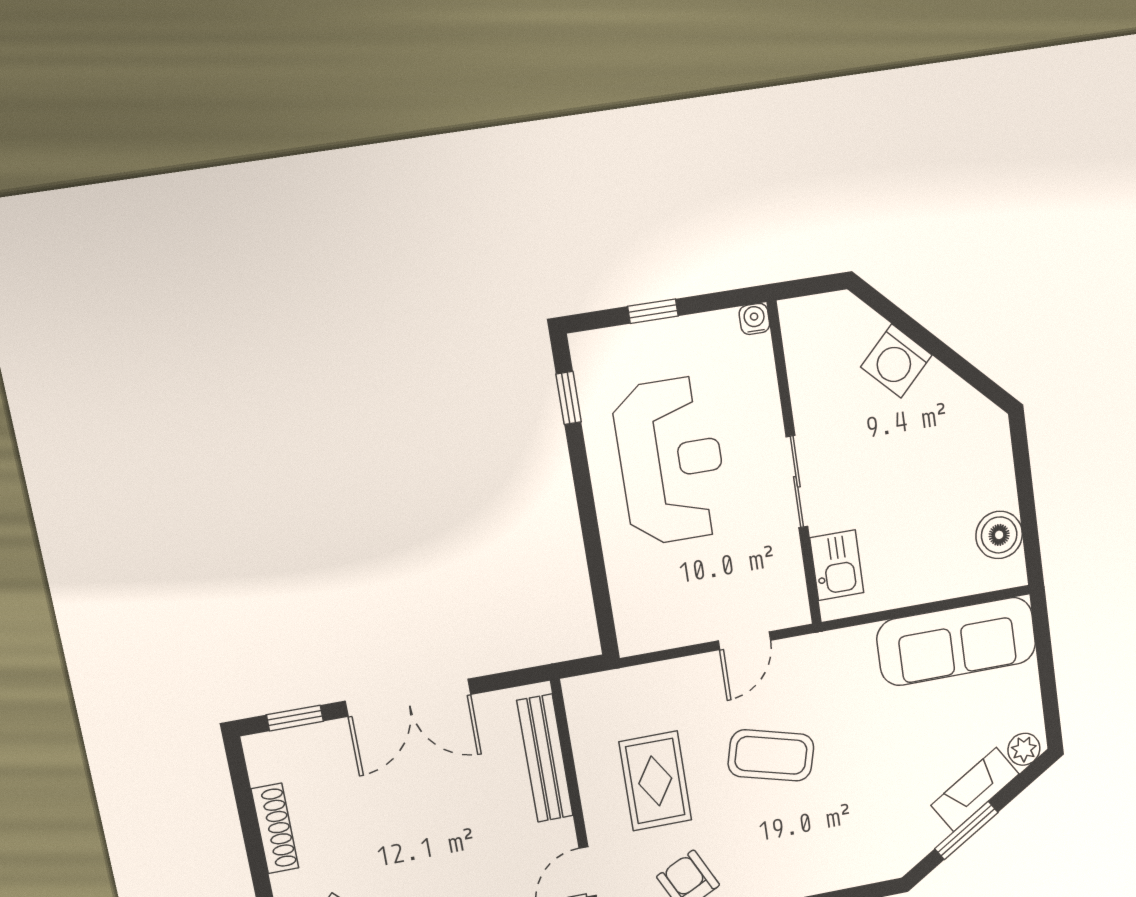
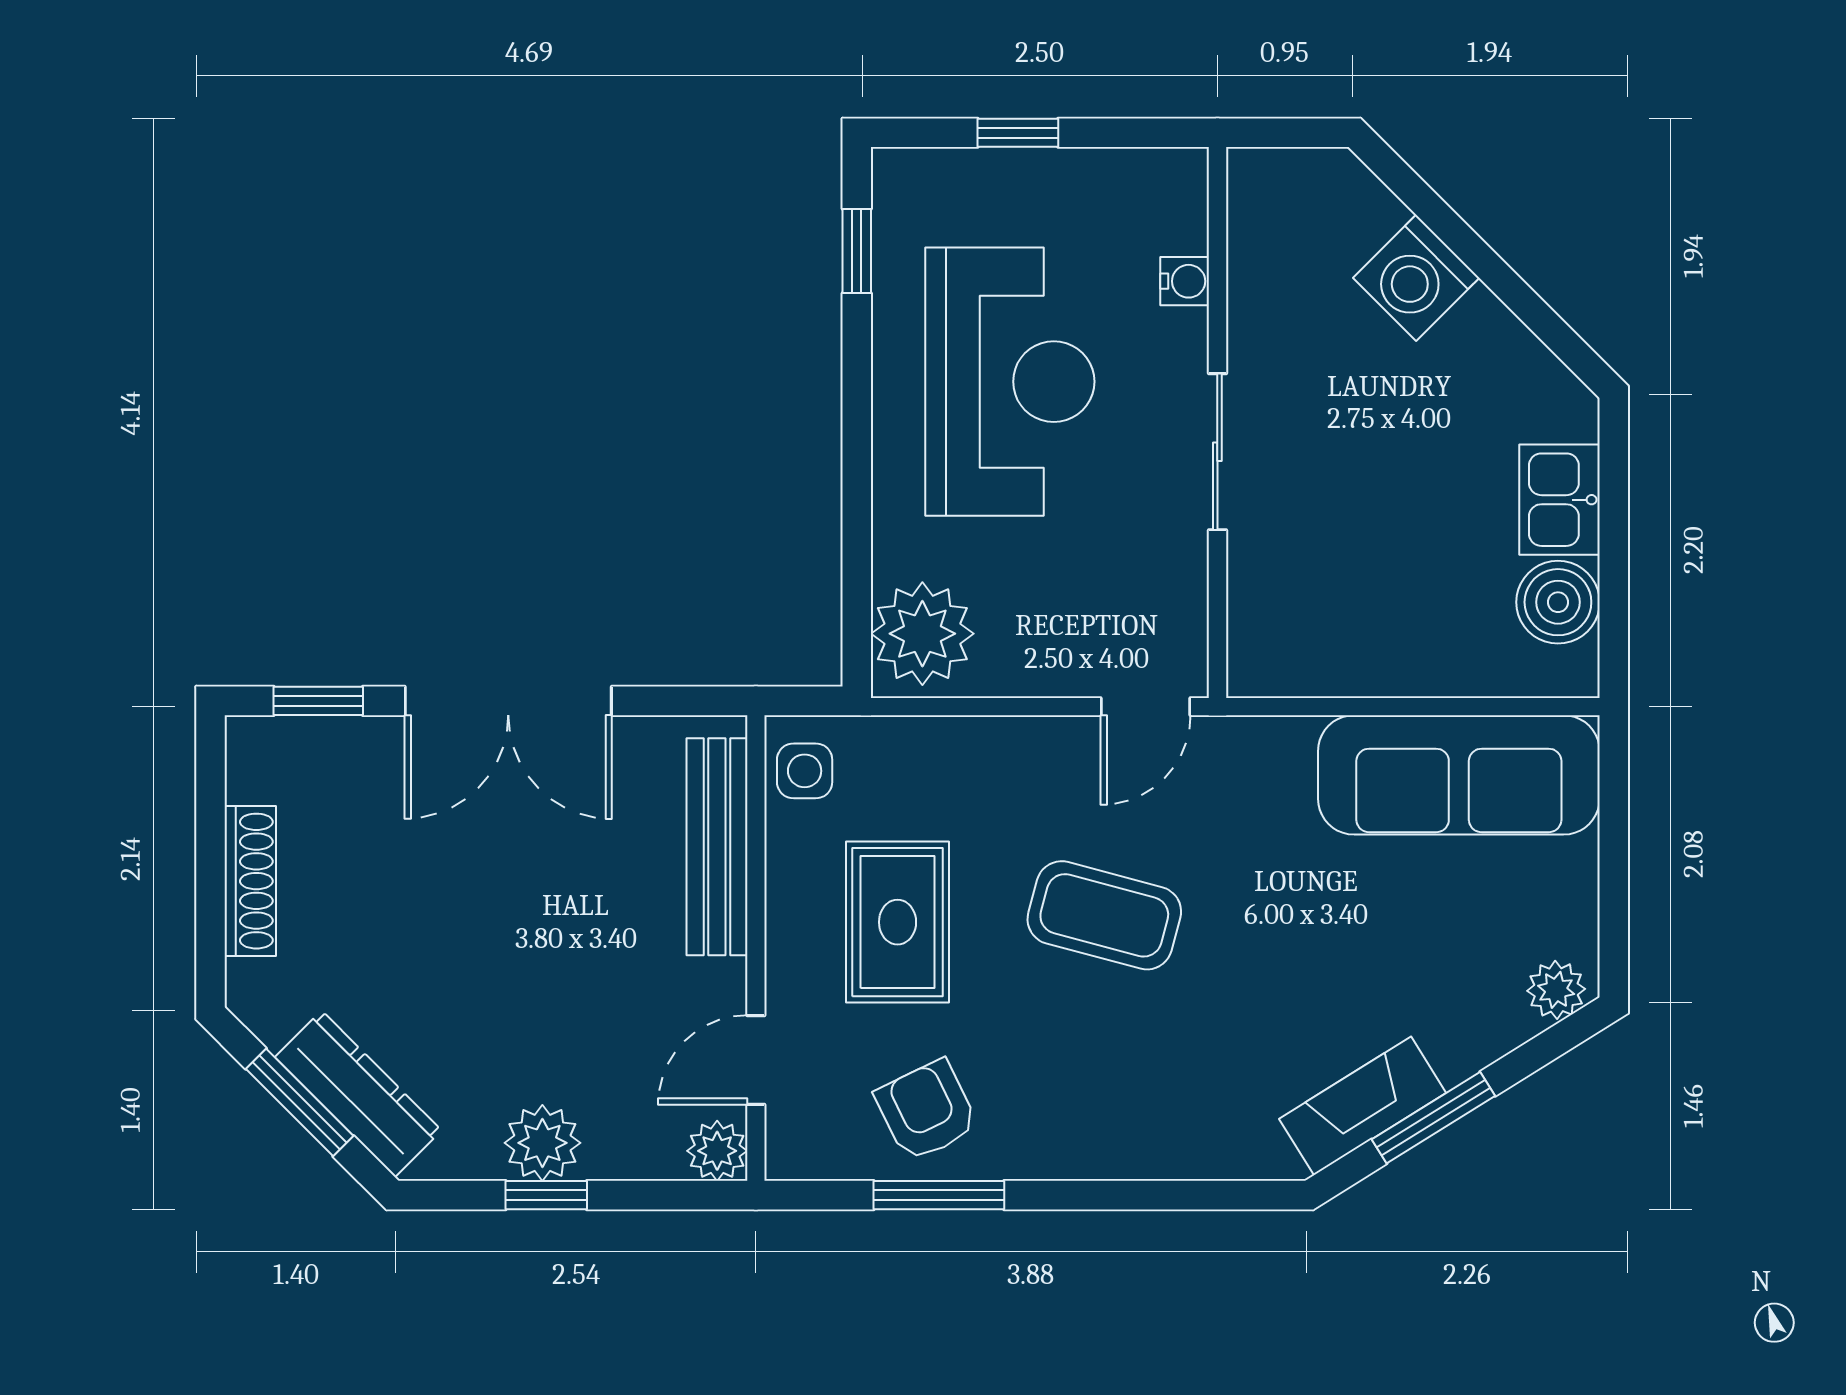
water cooler: (754, 319) -> (1185, 281), moved, turned 90
kitchen sink: (837, 565) -> (1559, 500), moved, turned 180
plant: (643, 616) -> (922, 634), added
door: (744, 641) -> (1145, 707), moved
side table: (588, 706) -> (805, 771), added
fireplace: (975, 790) -> (1363, 1106), moved

